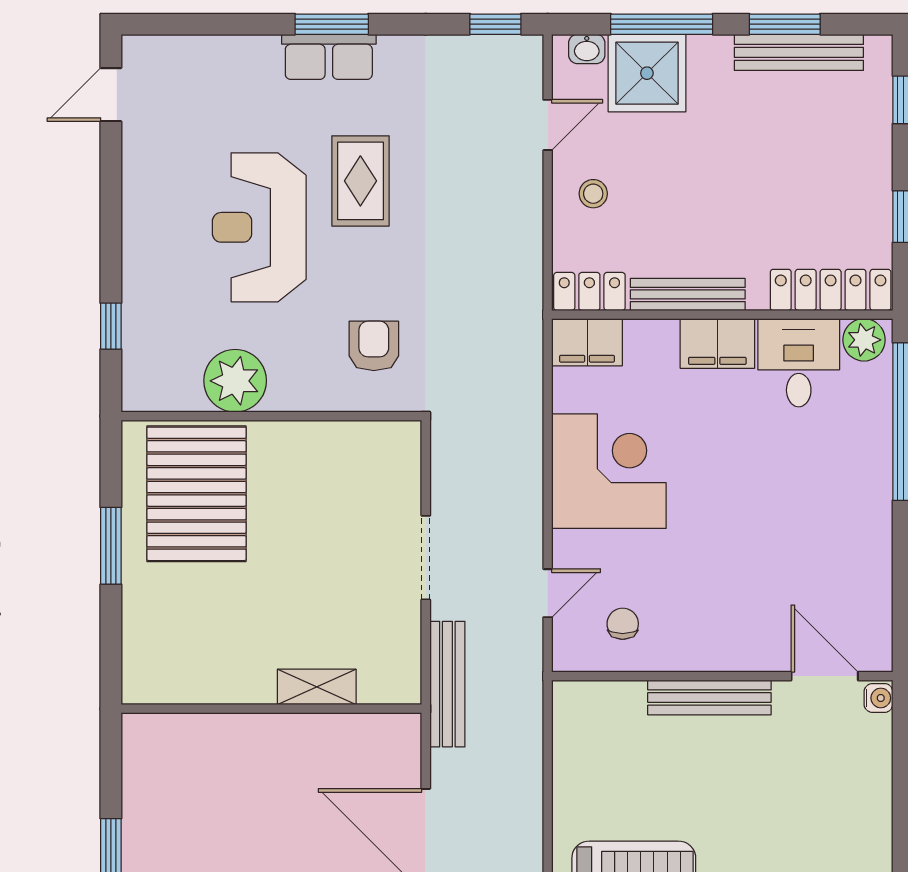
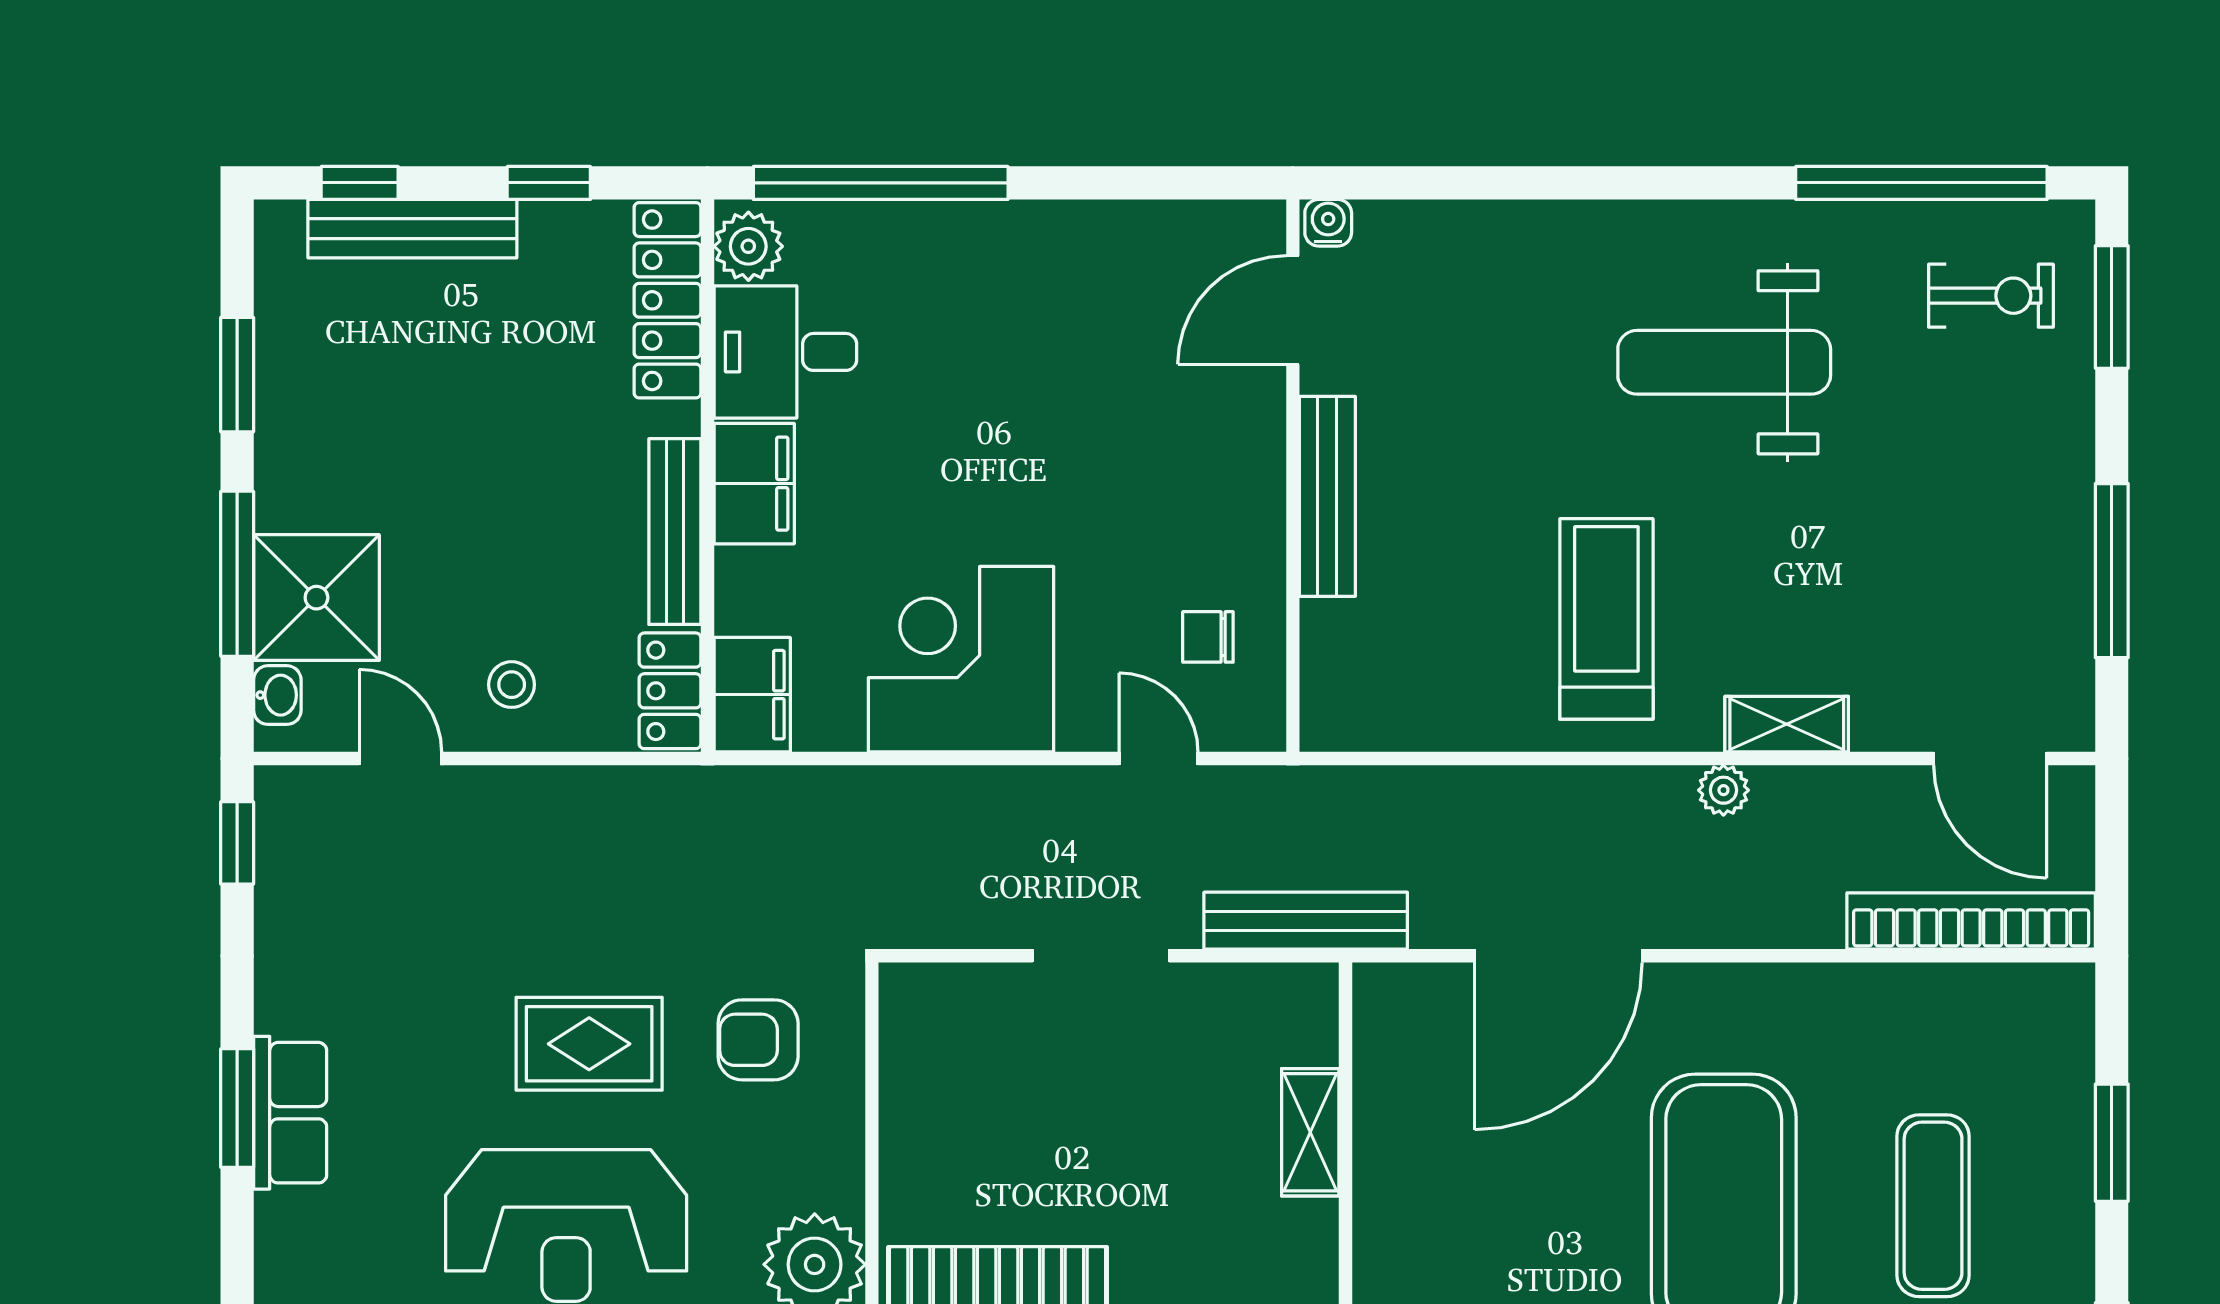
bench: (799, 52) -> (412, 229), moved, turned 90
rug: (360, 181) -> (589, 1044), moved

